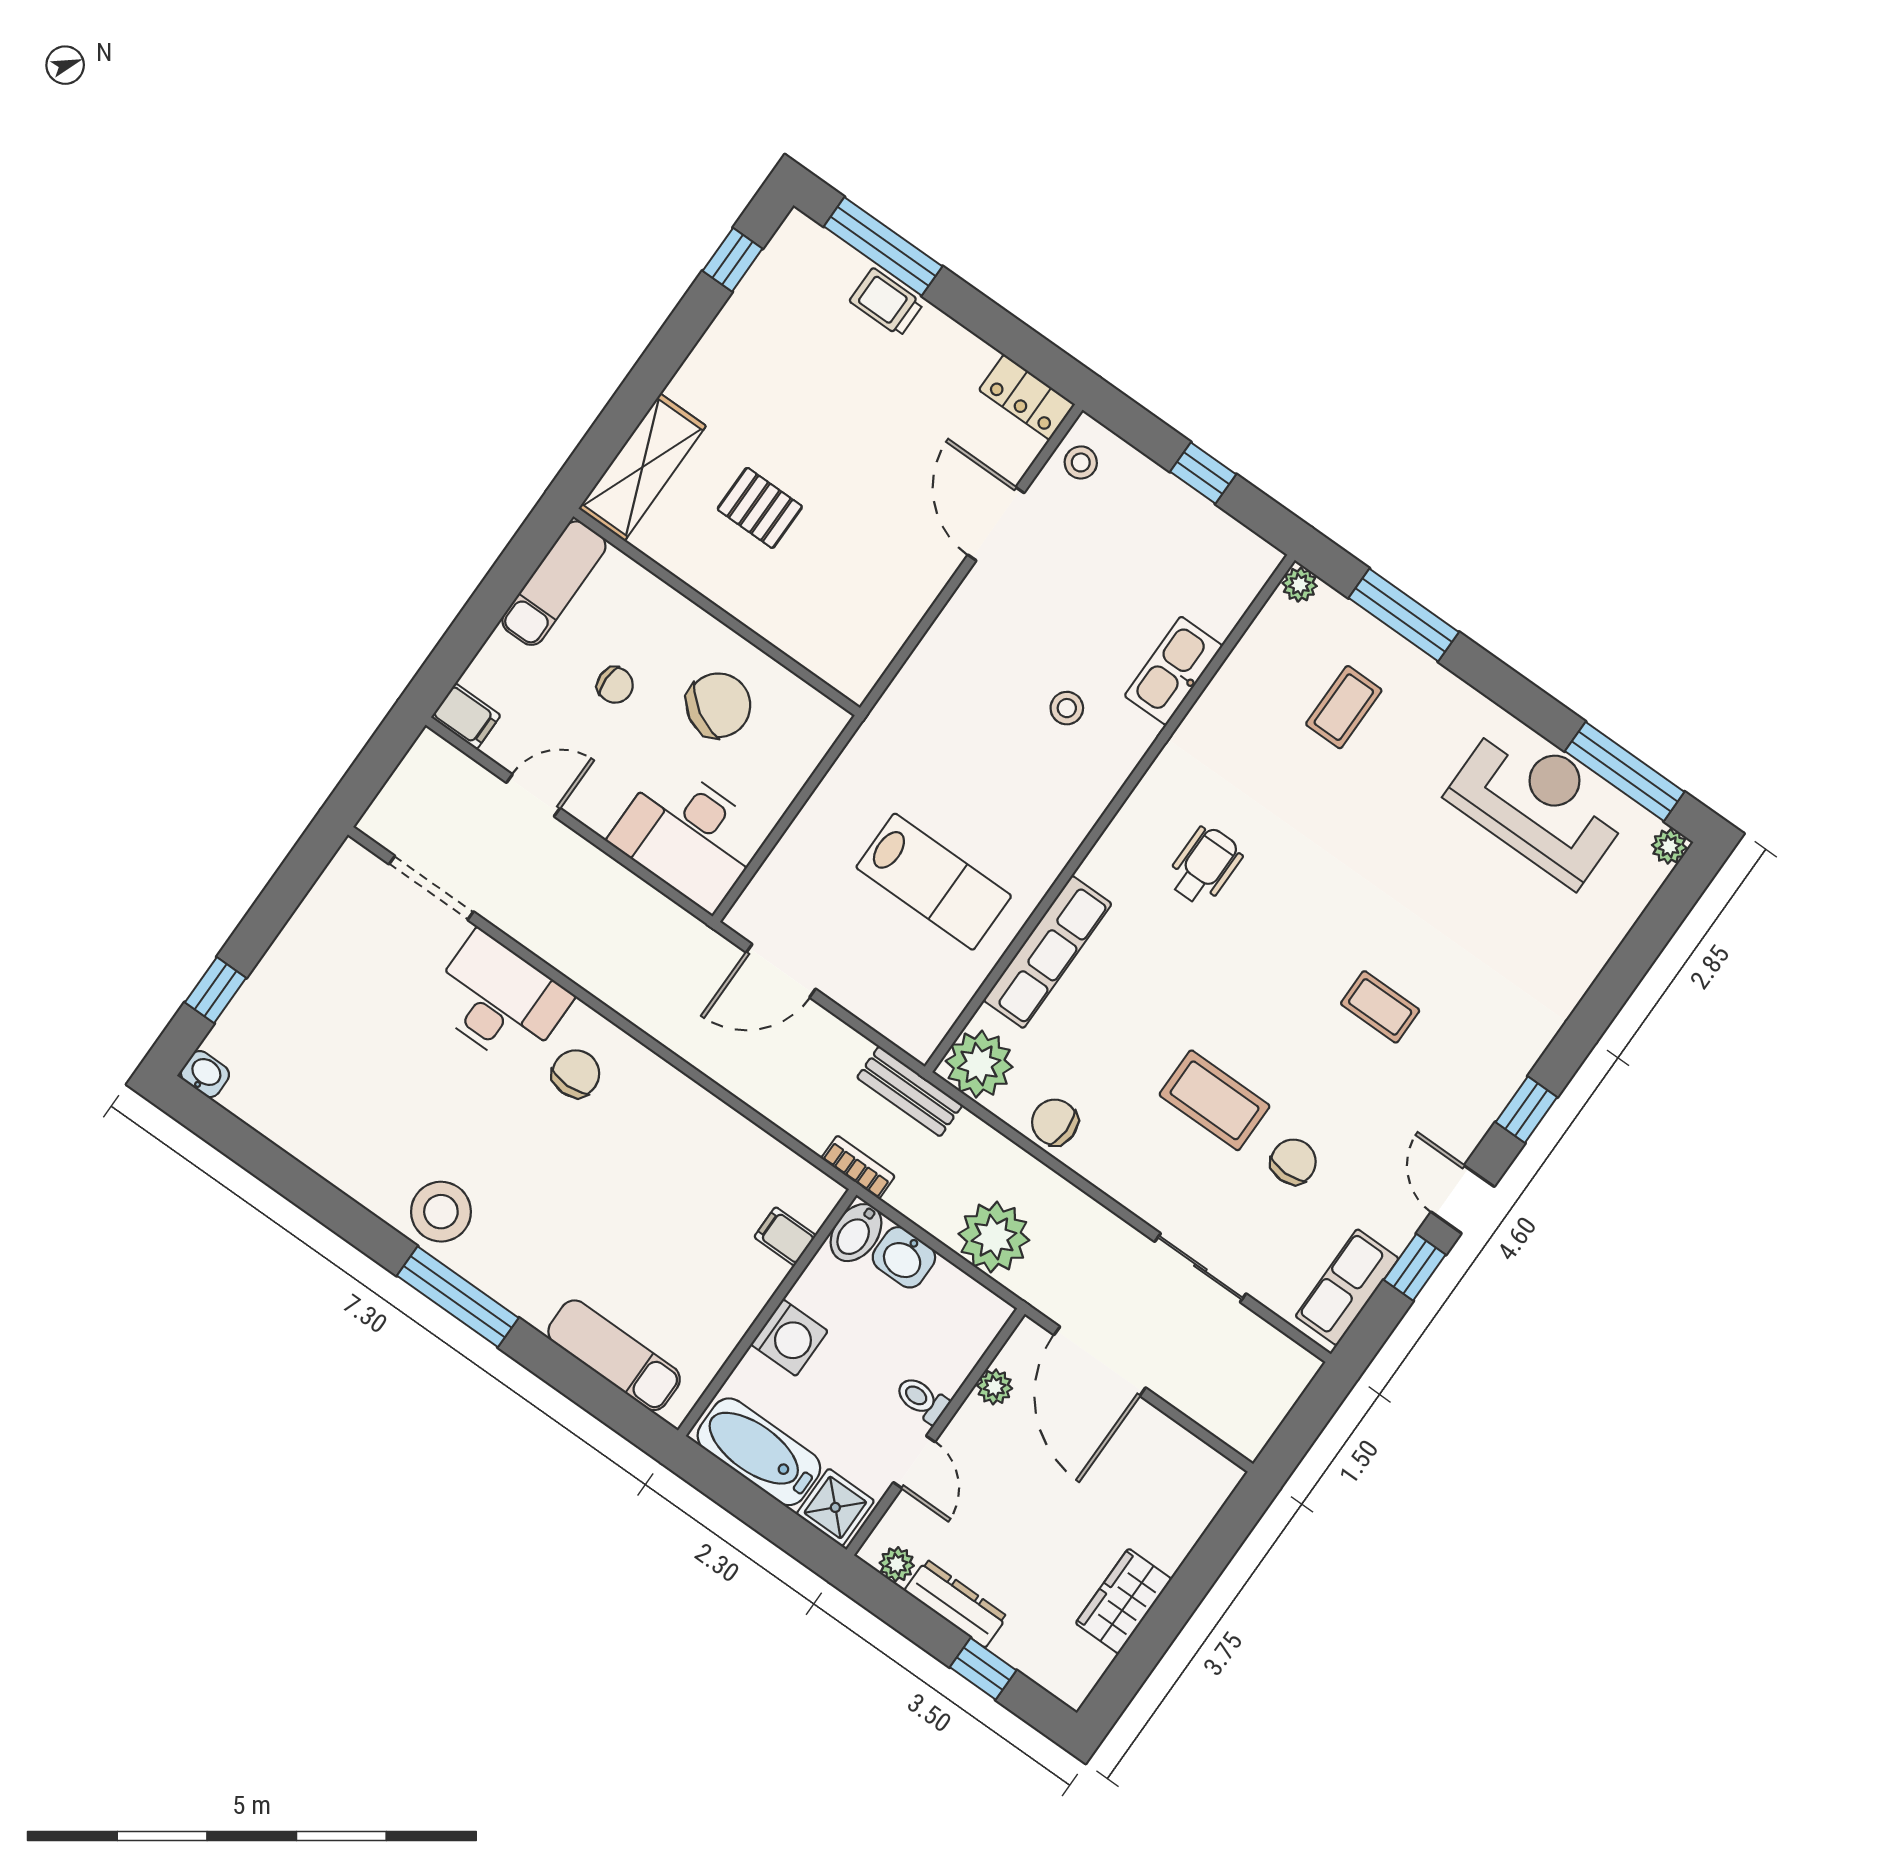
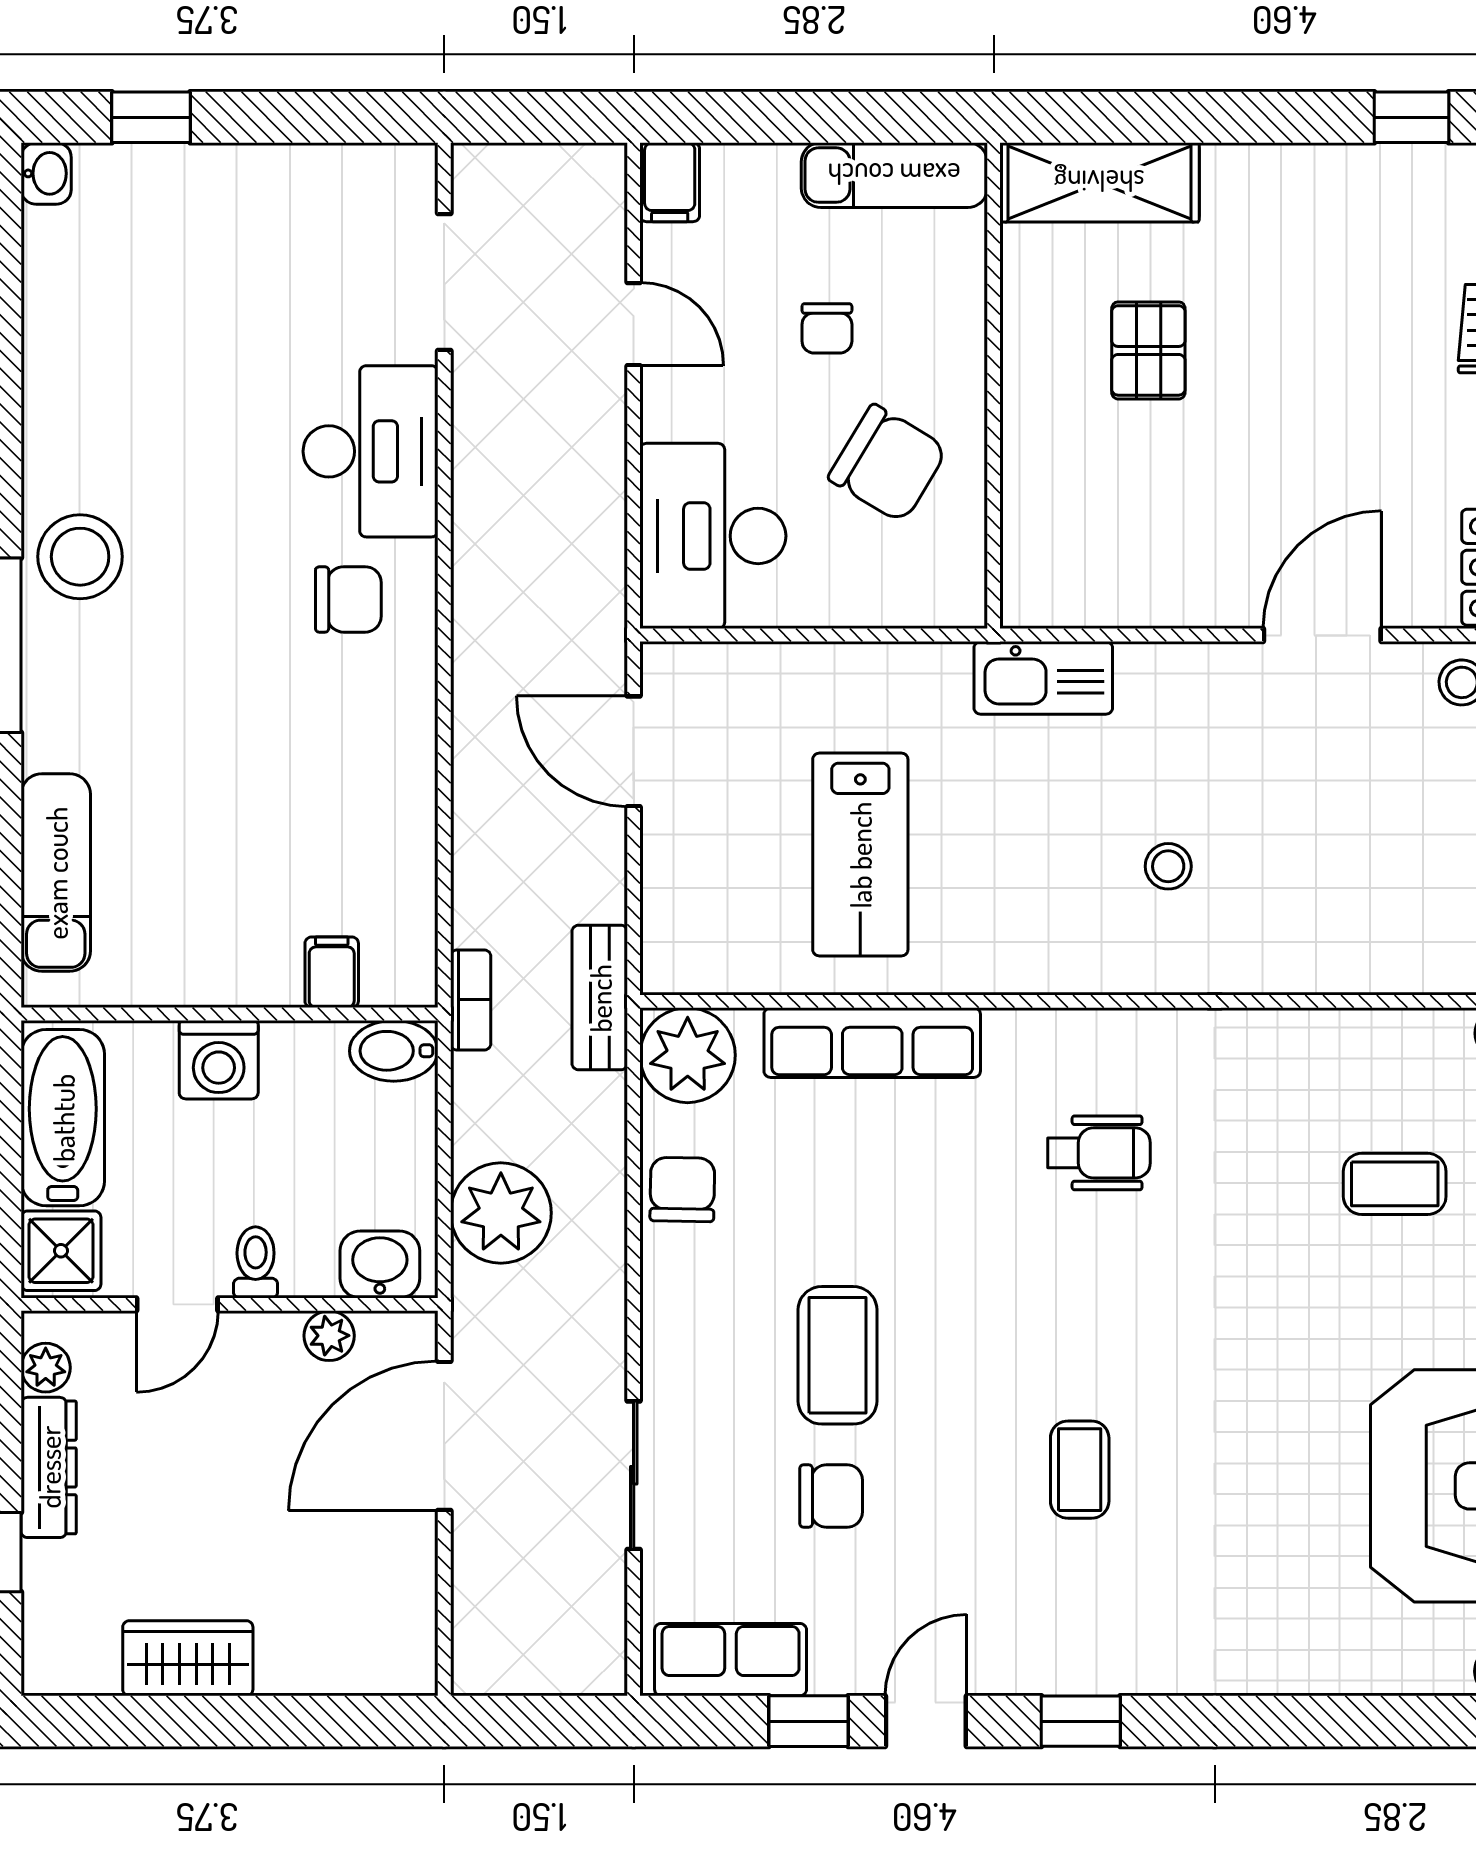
kitchen sink: (1174, 671) -> (1043, 678), moved, turned 180
washbasin: (904, 1257) -> (380, 1264), moved, turned 90

